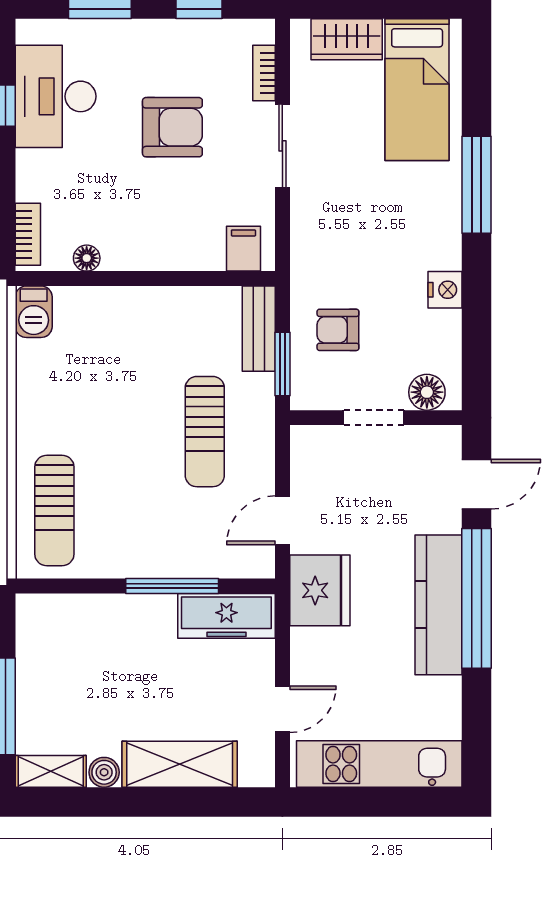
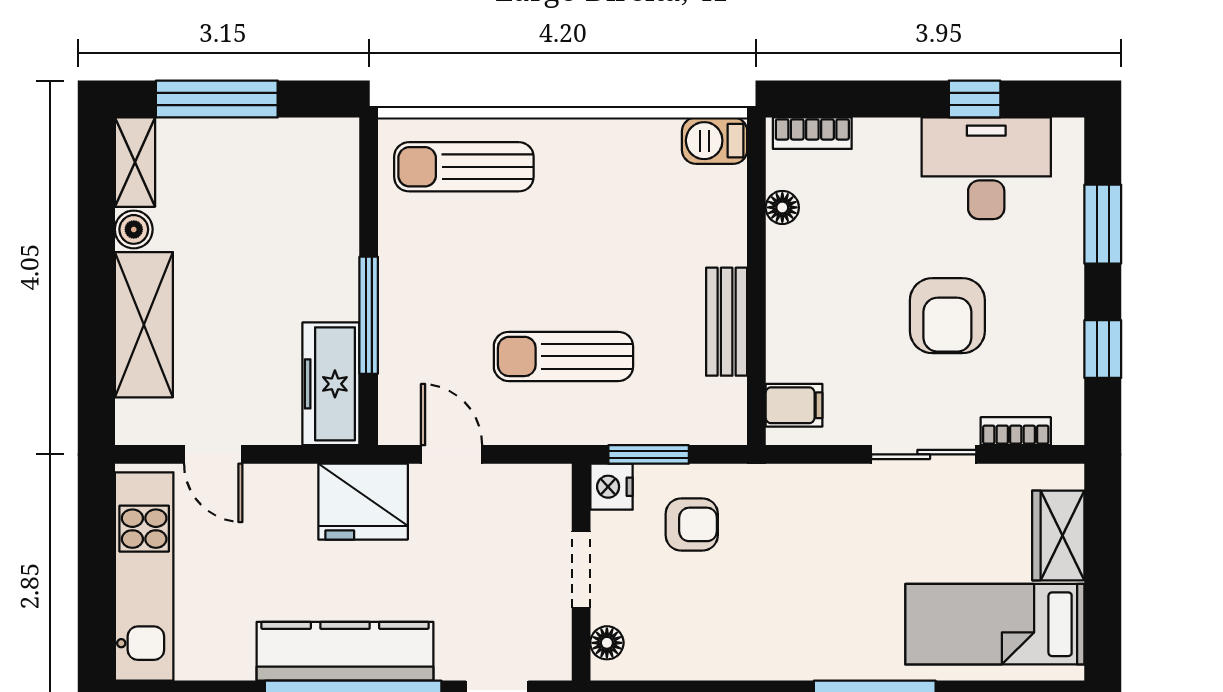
nightstand: (445, 290) -> (611, 487), moved, turned 90
bench: (259, 329) -> (727, 322), moved, turned 90
armchair: (338, 330) -> (692, 524), turned 90
floor lamp: (427, 392) -> (607, 643), width x0.73, depth x0.73

